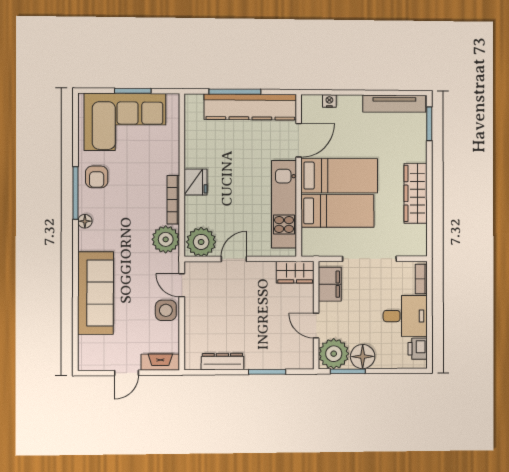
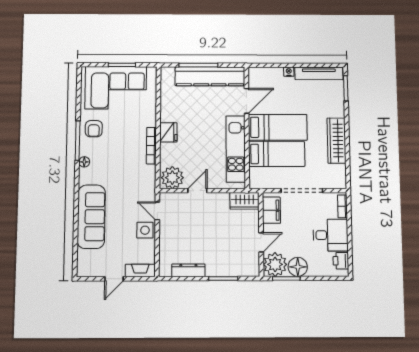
nightstand: (329, 101) -> (289, 72), moved
plant: (166, 239) -> (145, 176), removed
door: (316, 326) -> (261, 242), swing flipped

